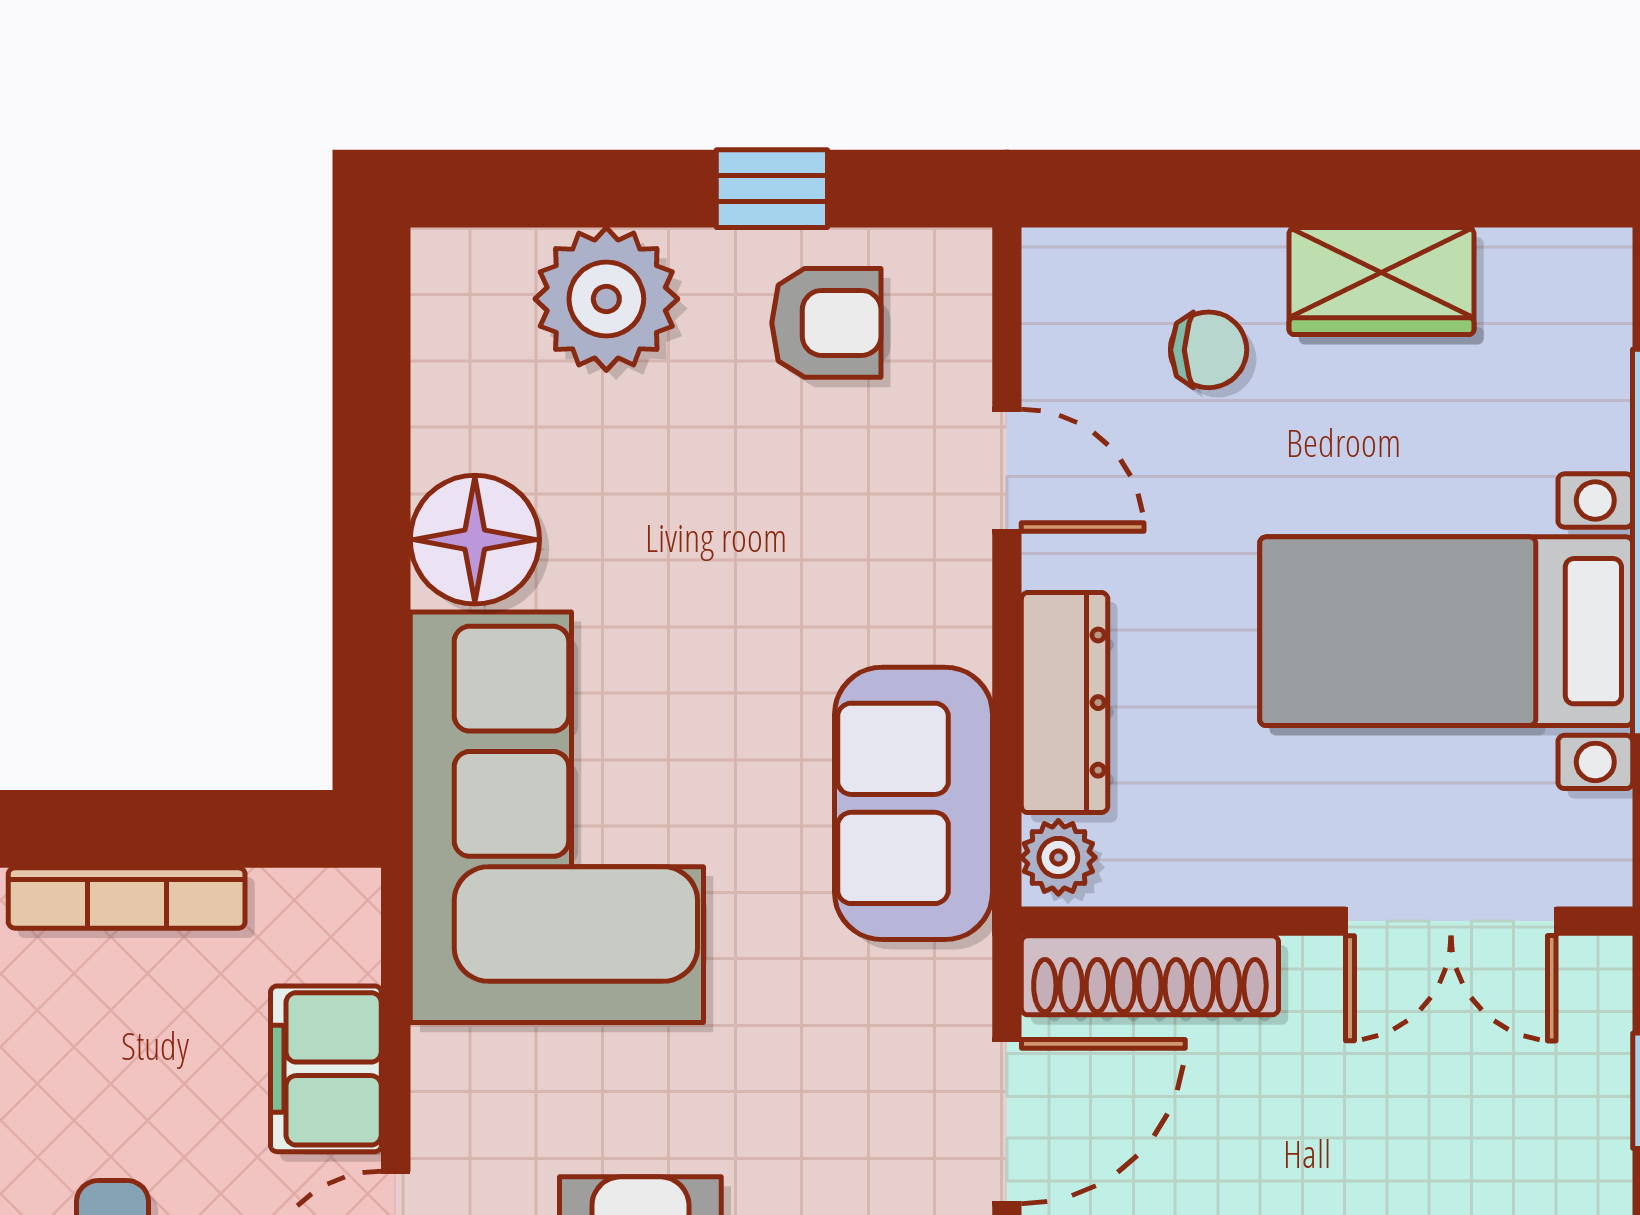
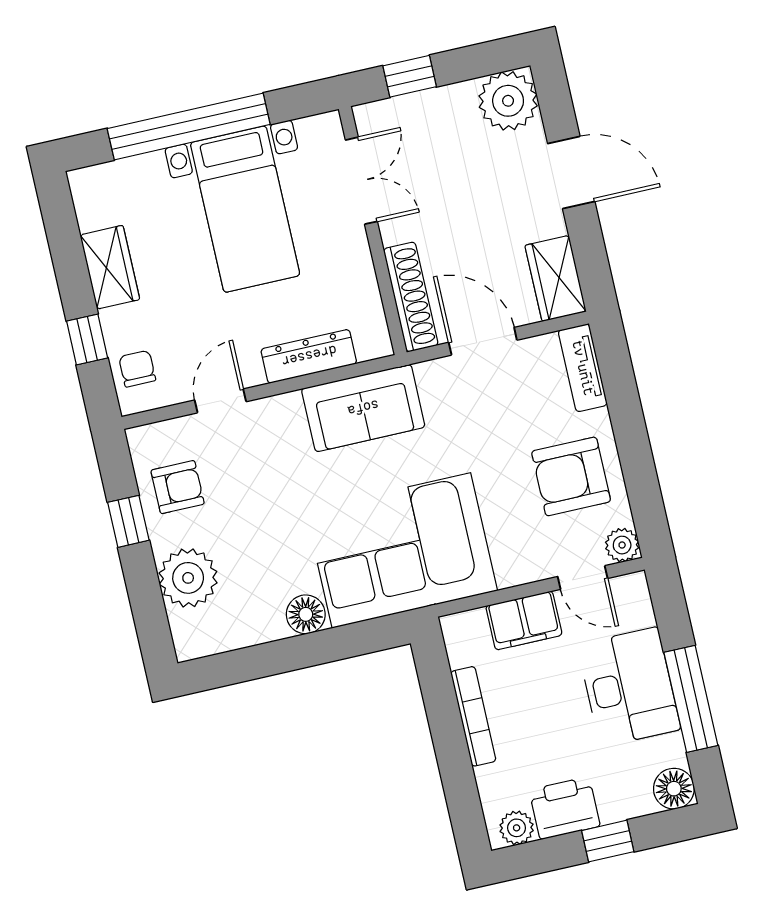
window: (1223, 189) -> (87, 339), added
armchair: (826, 323) -> (178, 487), turned 90
chair: (1209, 350) -> (137, 369), moved
floor lamp: (475, 540) -> (306, 614), width x0.73, depth x0.73
plant: (1058, 857) -> (372, 345), removed

